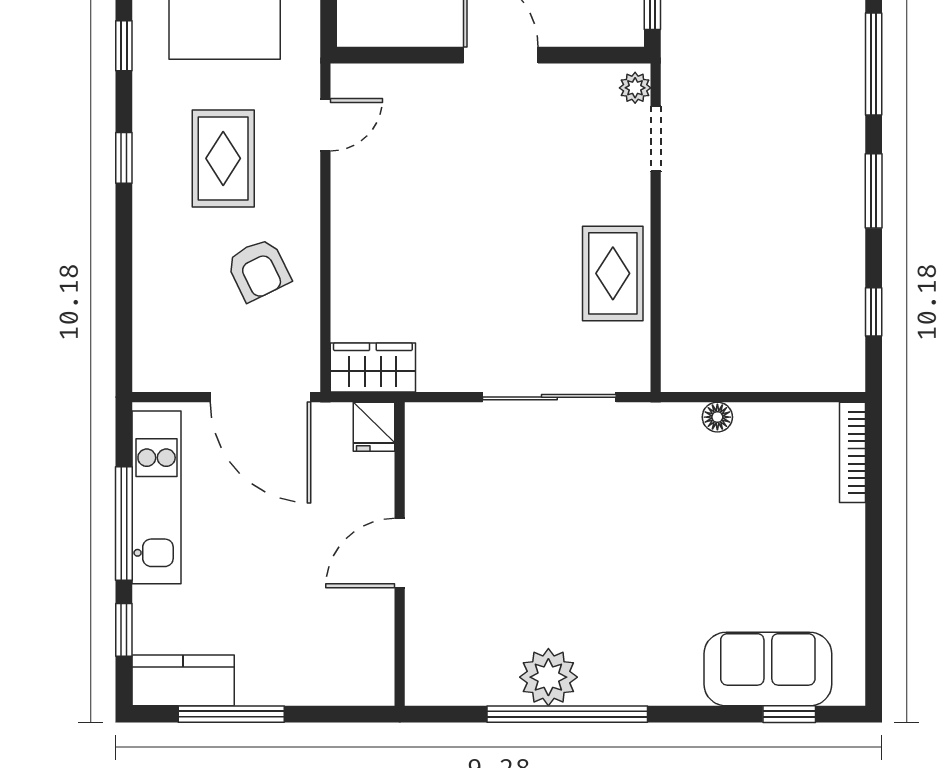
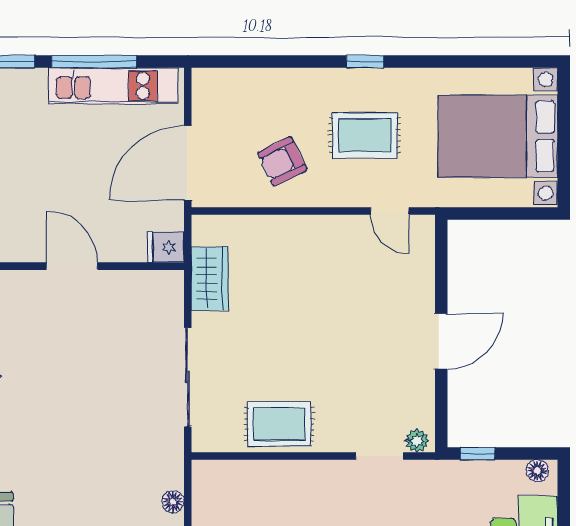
window: (124, 46) -> (448, 62), removed
wardrobe: (373, 367) -> (210, 279), moved

